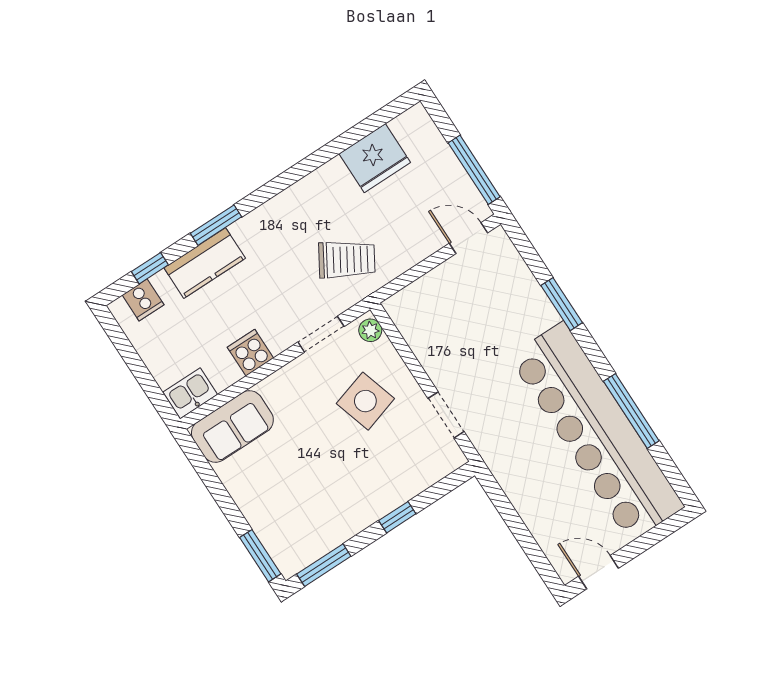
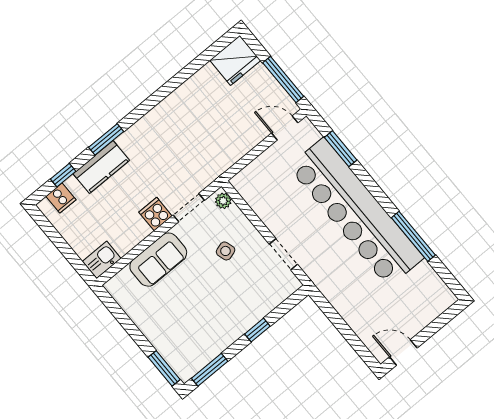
fridge: (375, 158) -> (235, 60), moved
trolley: (347, 260) -> (201, 153), removed
window: (562, 304) -> (341, 149), moved
cooker: (250, 353) -> (155, 214), moved
side table: (365, 401) -> (226, 251), width x0.54, depth x0.54
sofa: (232, 426) -> (158, 260), moved
bar counter: (596, 432) -> (356, 212), moved

